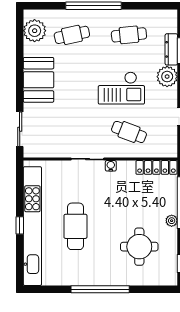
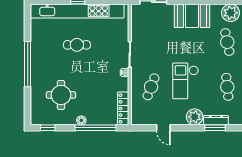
cafe table: (75, 226) -> (77, 45), width x0.73, depth x0.74

